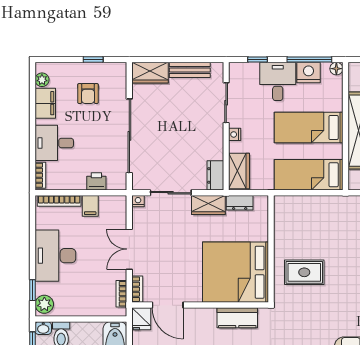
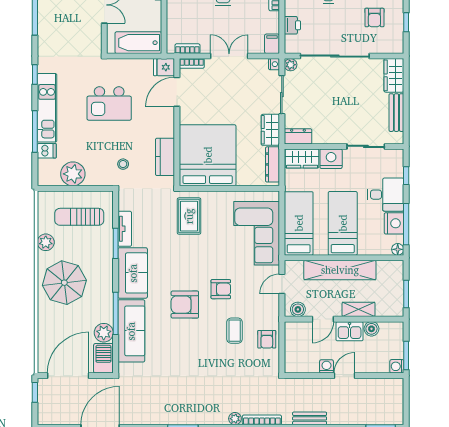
armchair: (88, 94) -> (374, 17), turned -90
nightstand: (235, 134) -> (331, 159), width x1.89, depth x1.79
plant: (139, 183) -> (291, 65), added
dresser: (240, 203) -> (272, 164), width x1.44
filing cabinet: (90, 206) -> (272, 44), moved, turned 90
corner sofa: (319, 220) -> (257, 233), added
rug: (304, 272) -> (189, 216), moved

